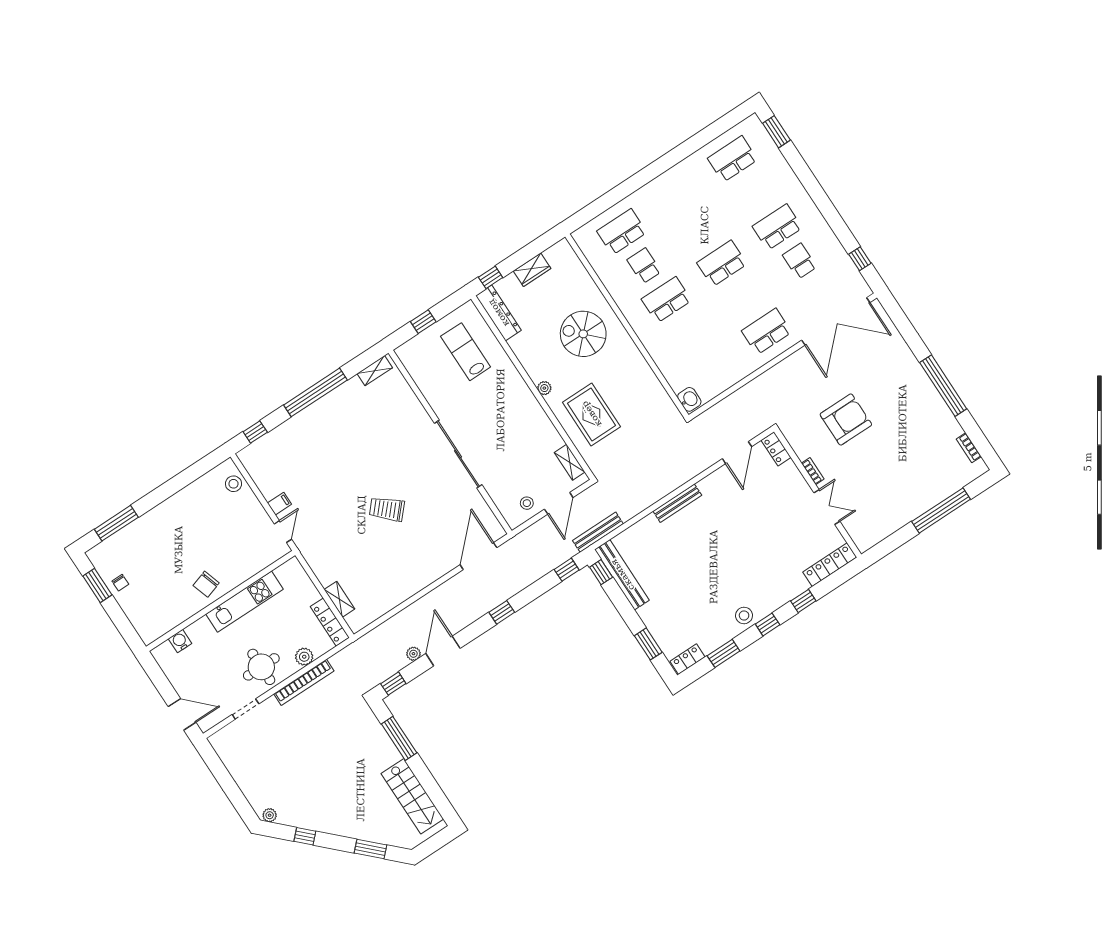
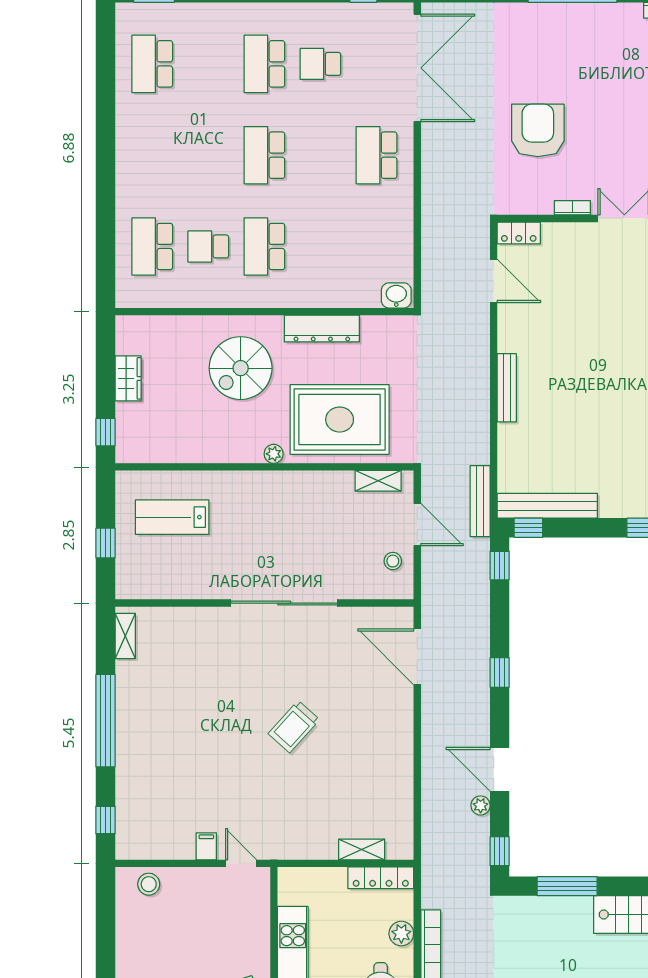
dresser: (498, 313) -> (322, 329), moved, turned 180
rug: (591, 414) -> (340, 420), width x1.37, depth x1.44

